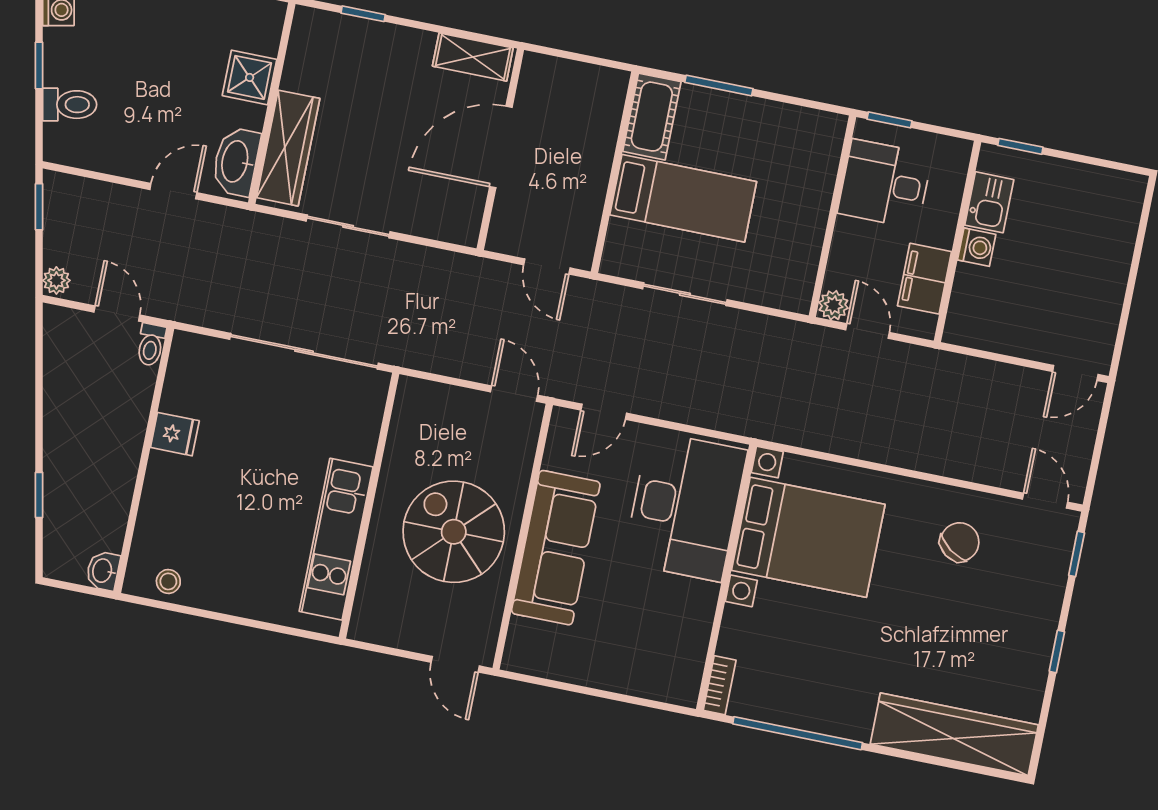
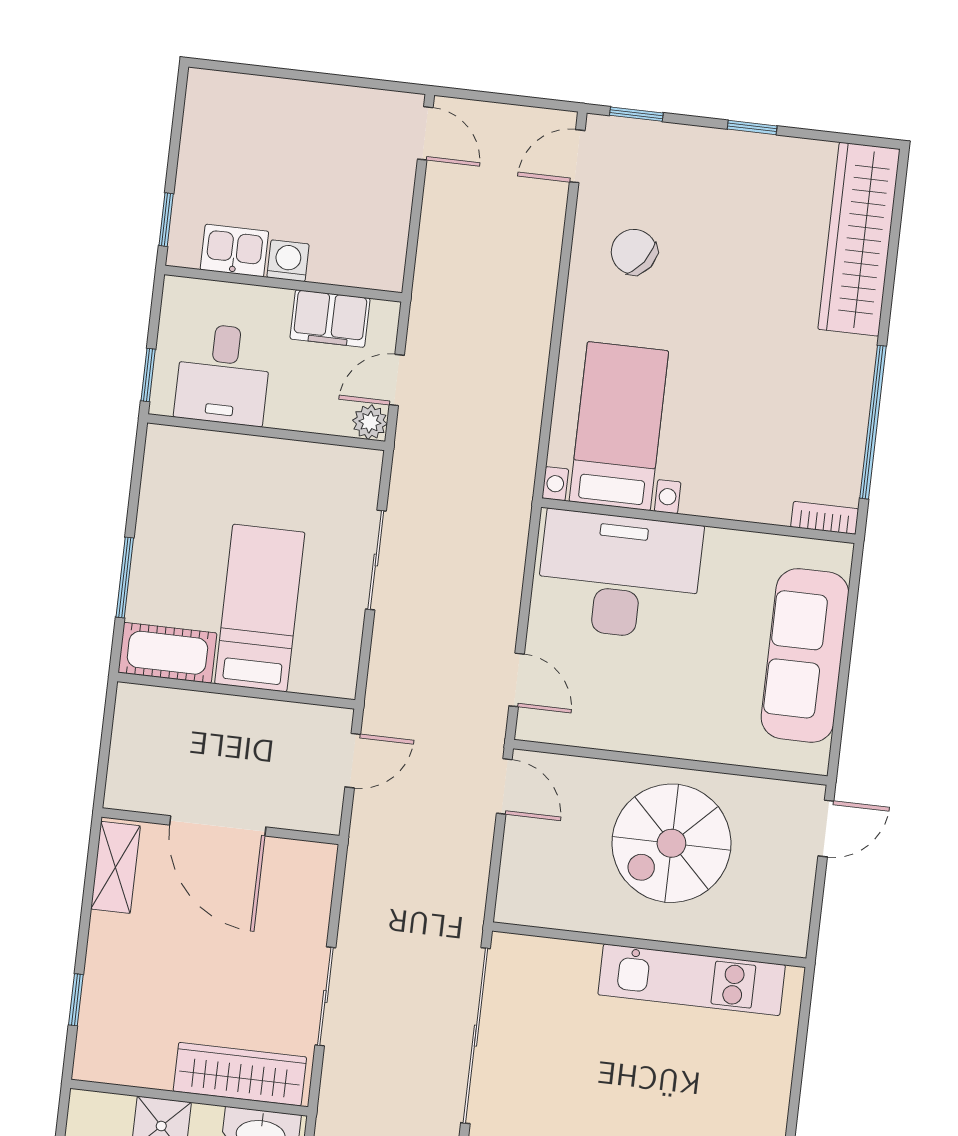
sliding door: (685, 294) -> (376, 560), moved
door: (514, 394) -> (504, 786), swing flipped
bed with nightstands: (808, 537) -> (619, 426), width x0.73
sofa: (556, 548) -> (805, 655), moved, turned -90

